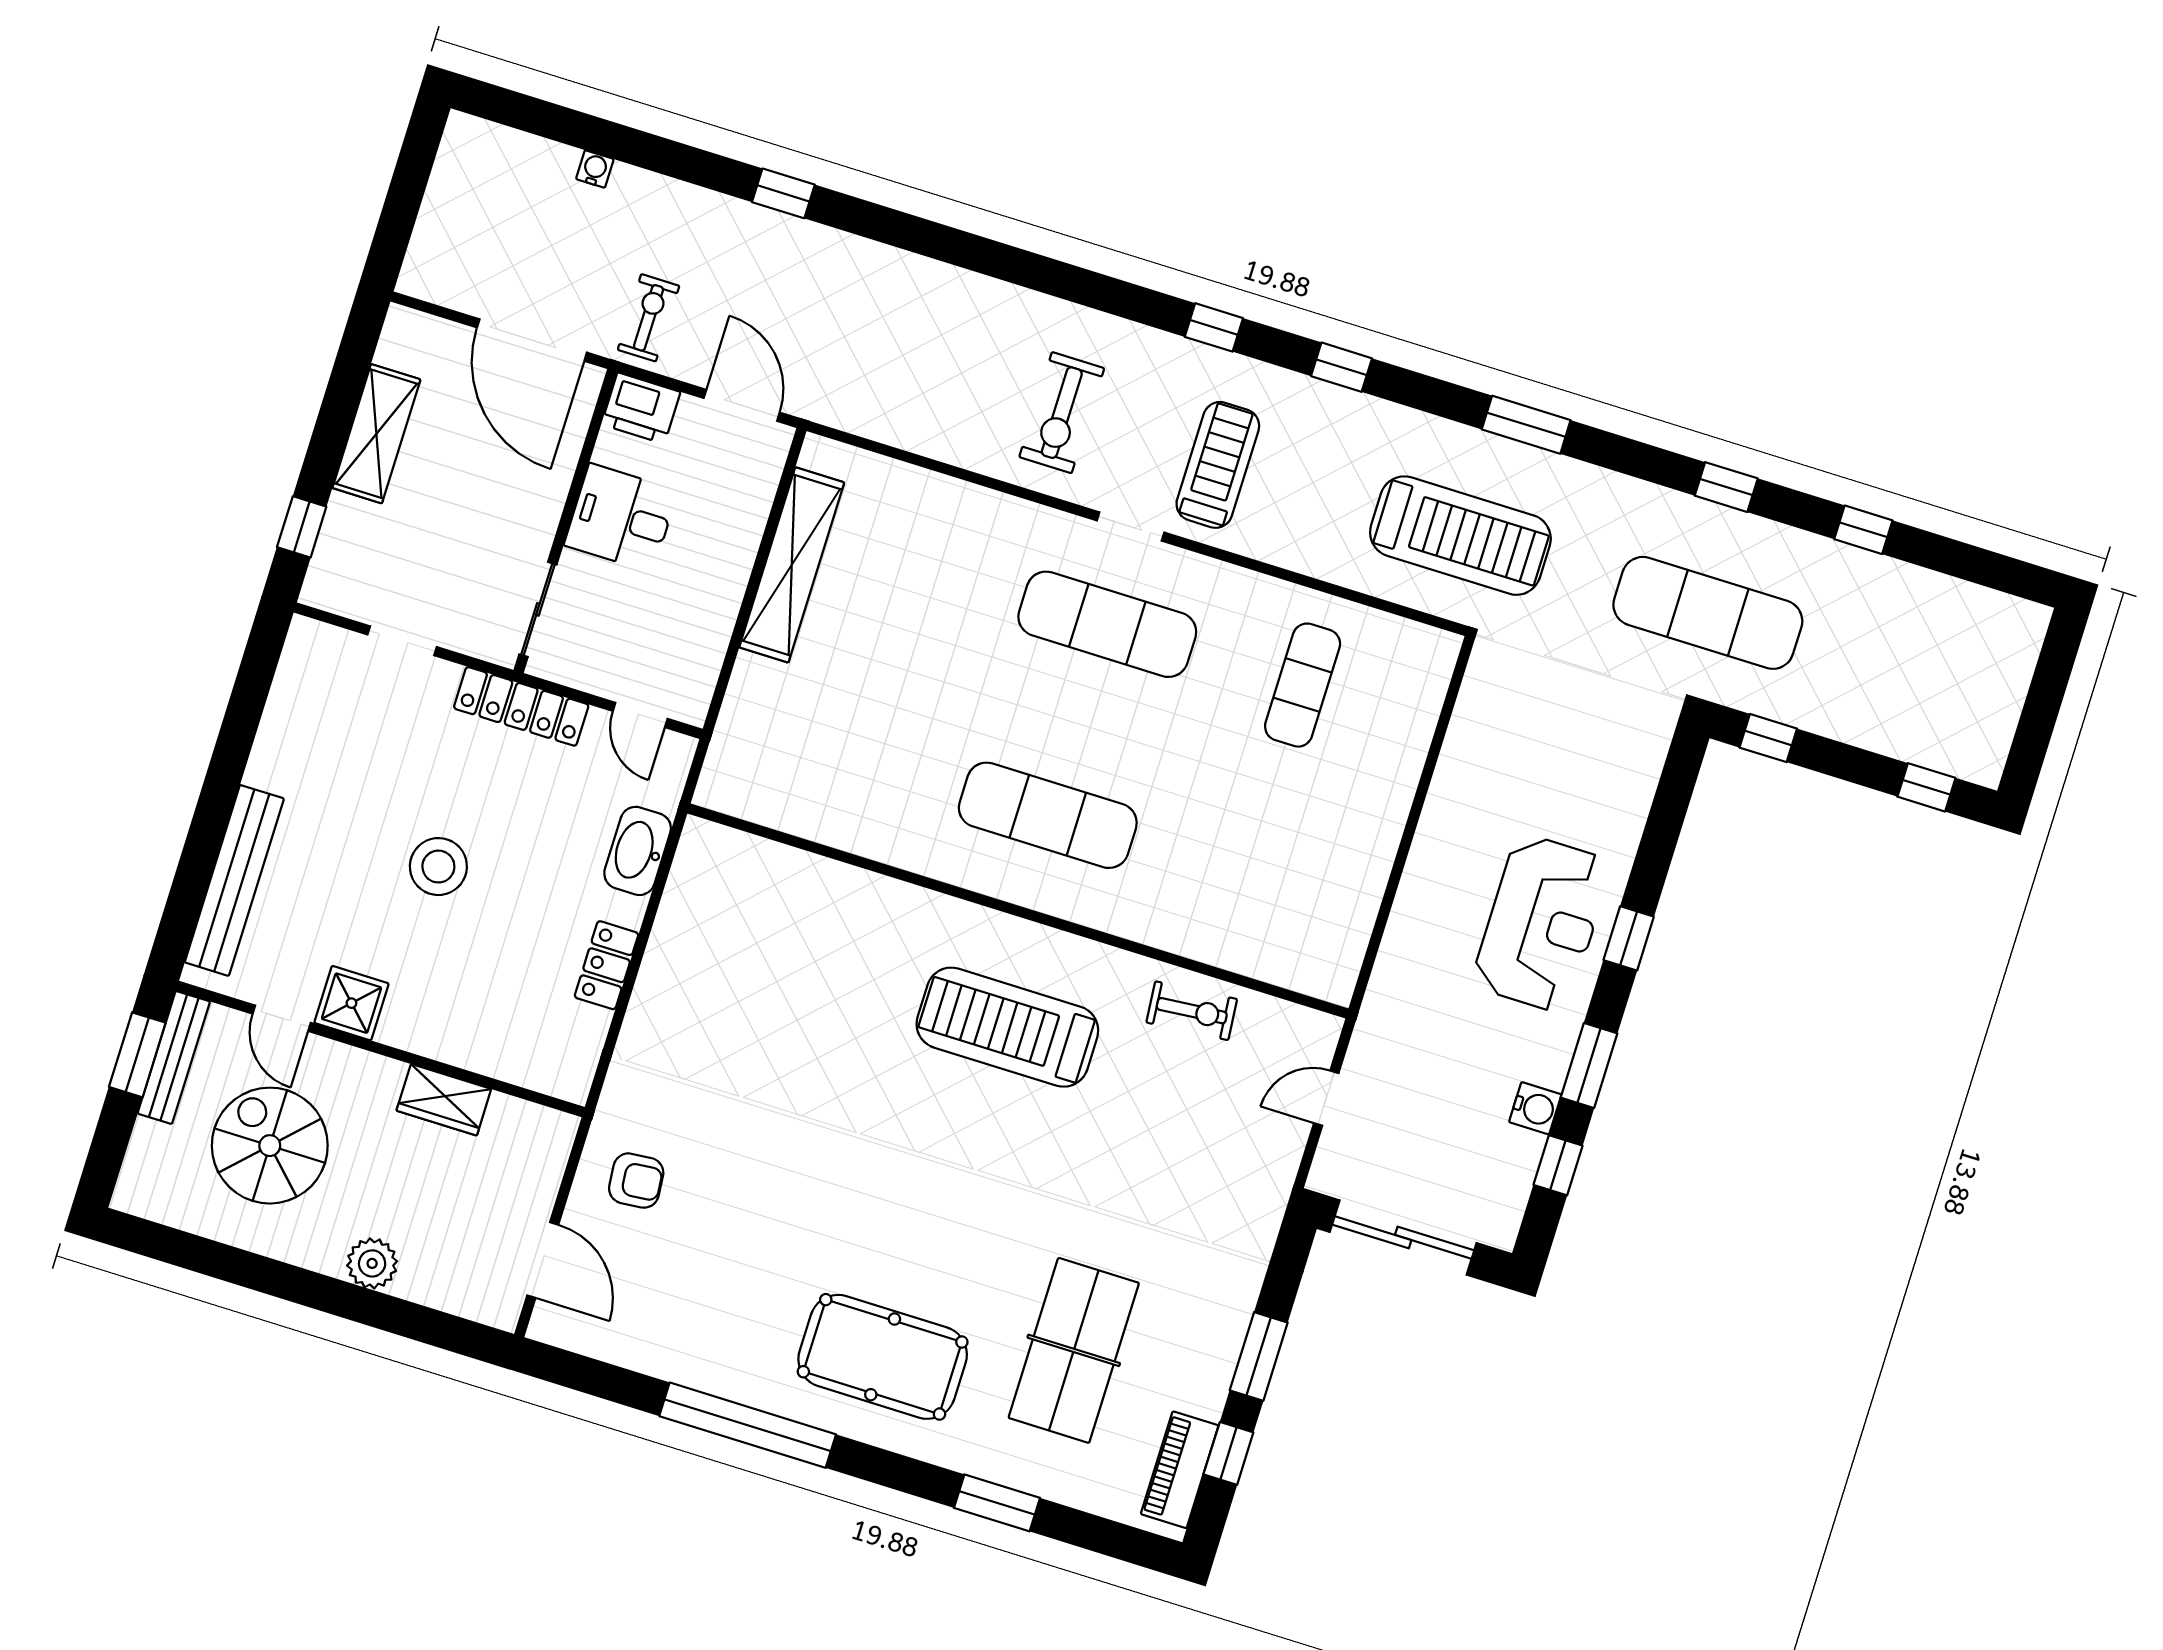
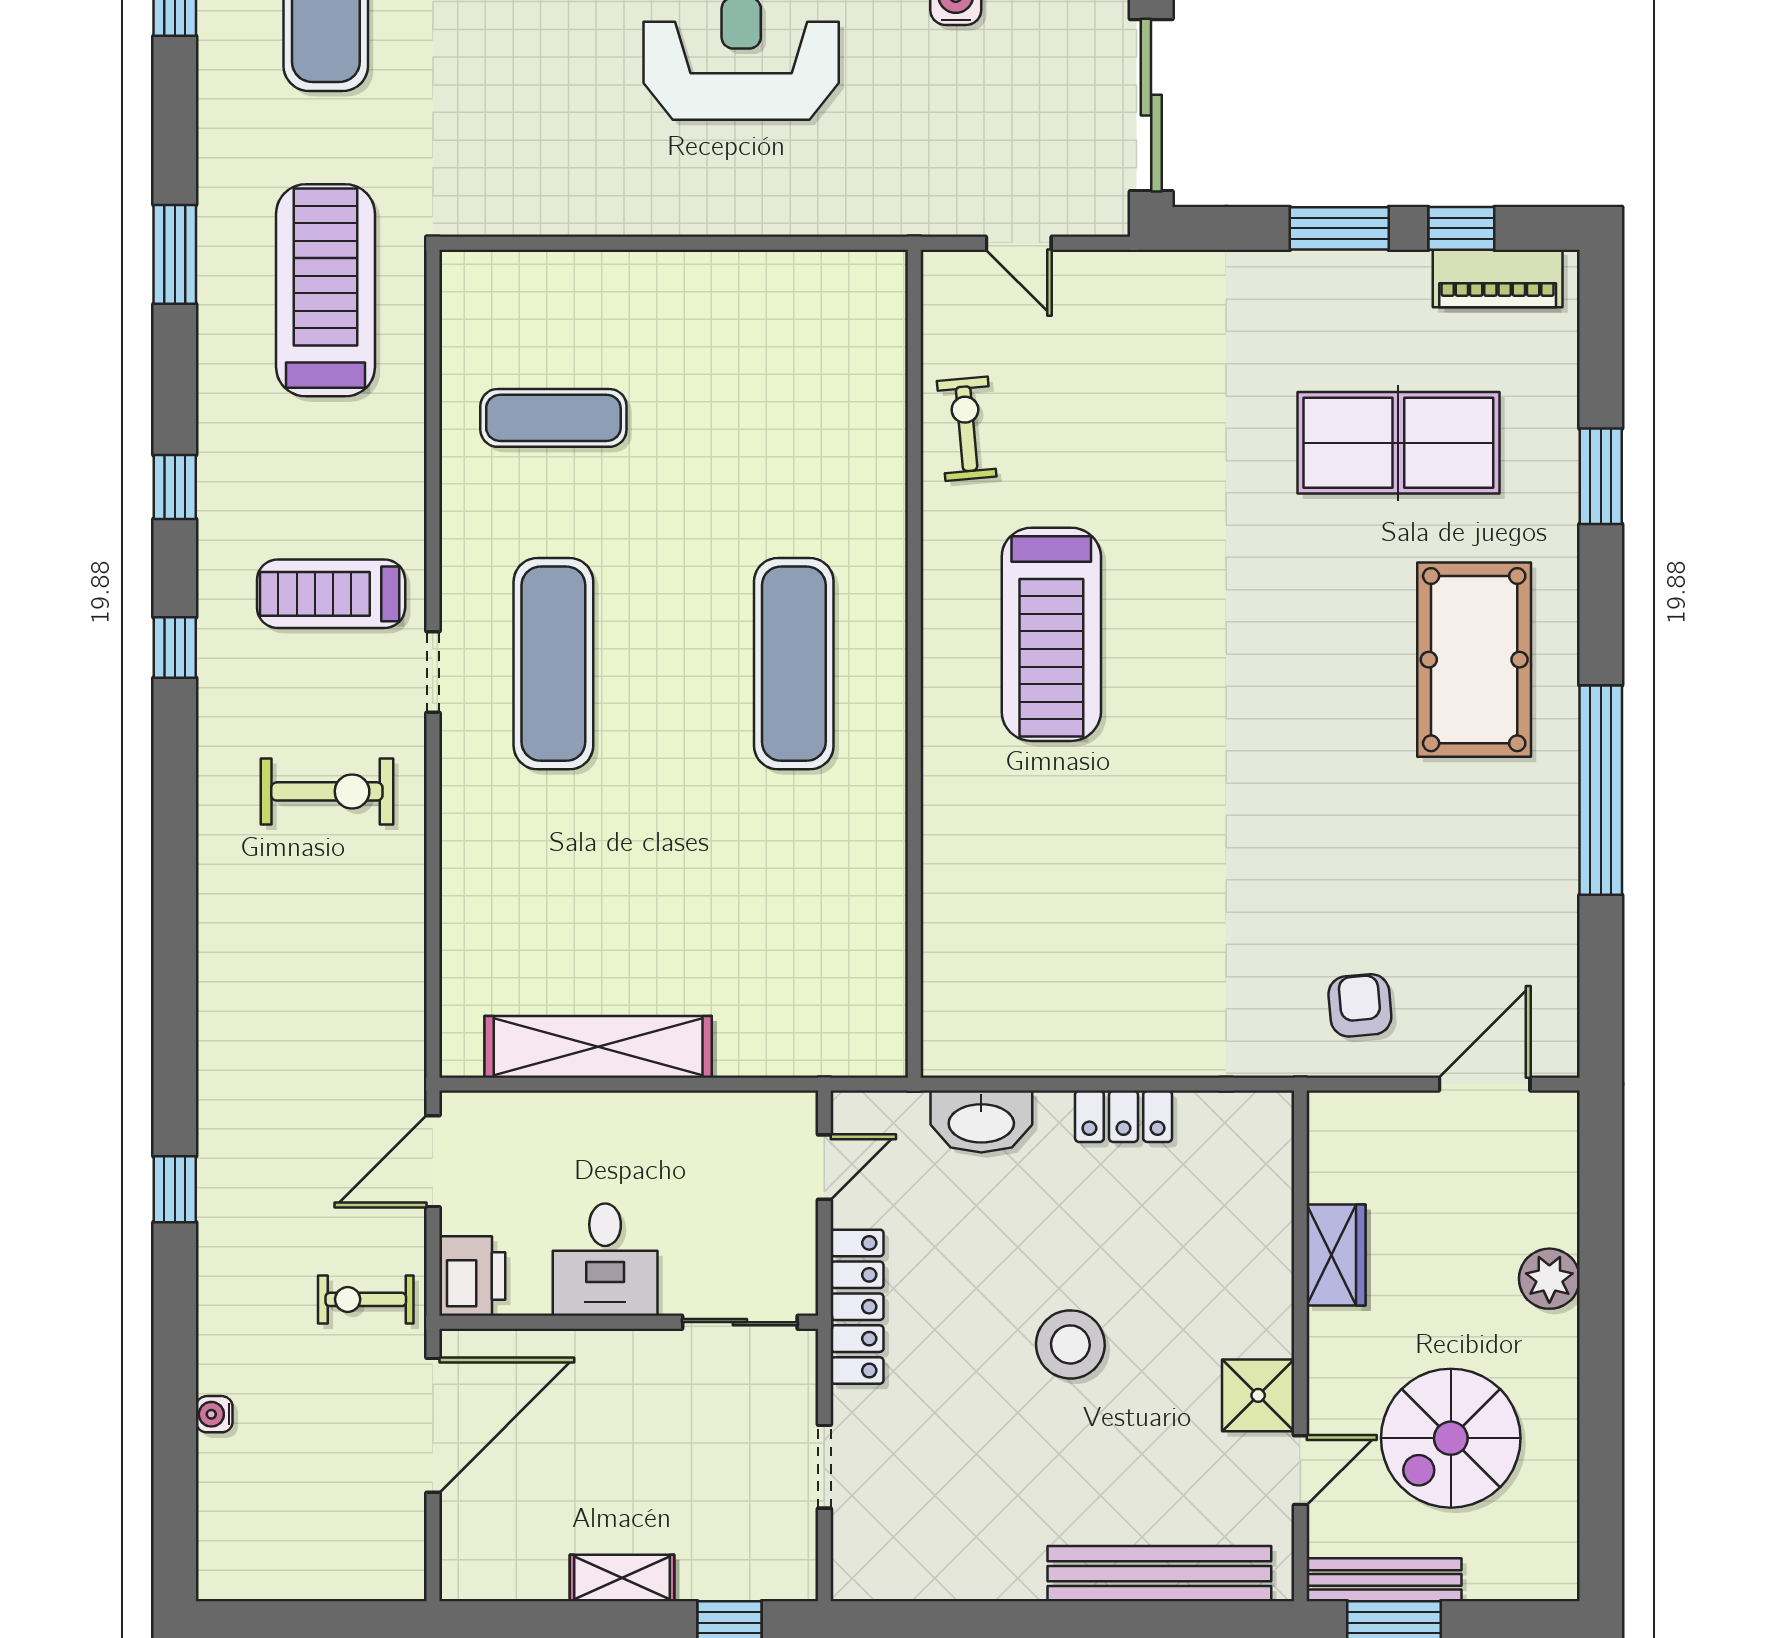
shelving: (376, 434) -> (622, 1578), width x0.67, depth x0.75

